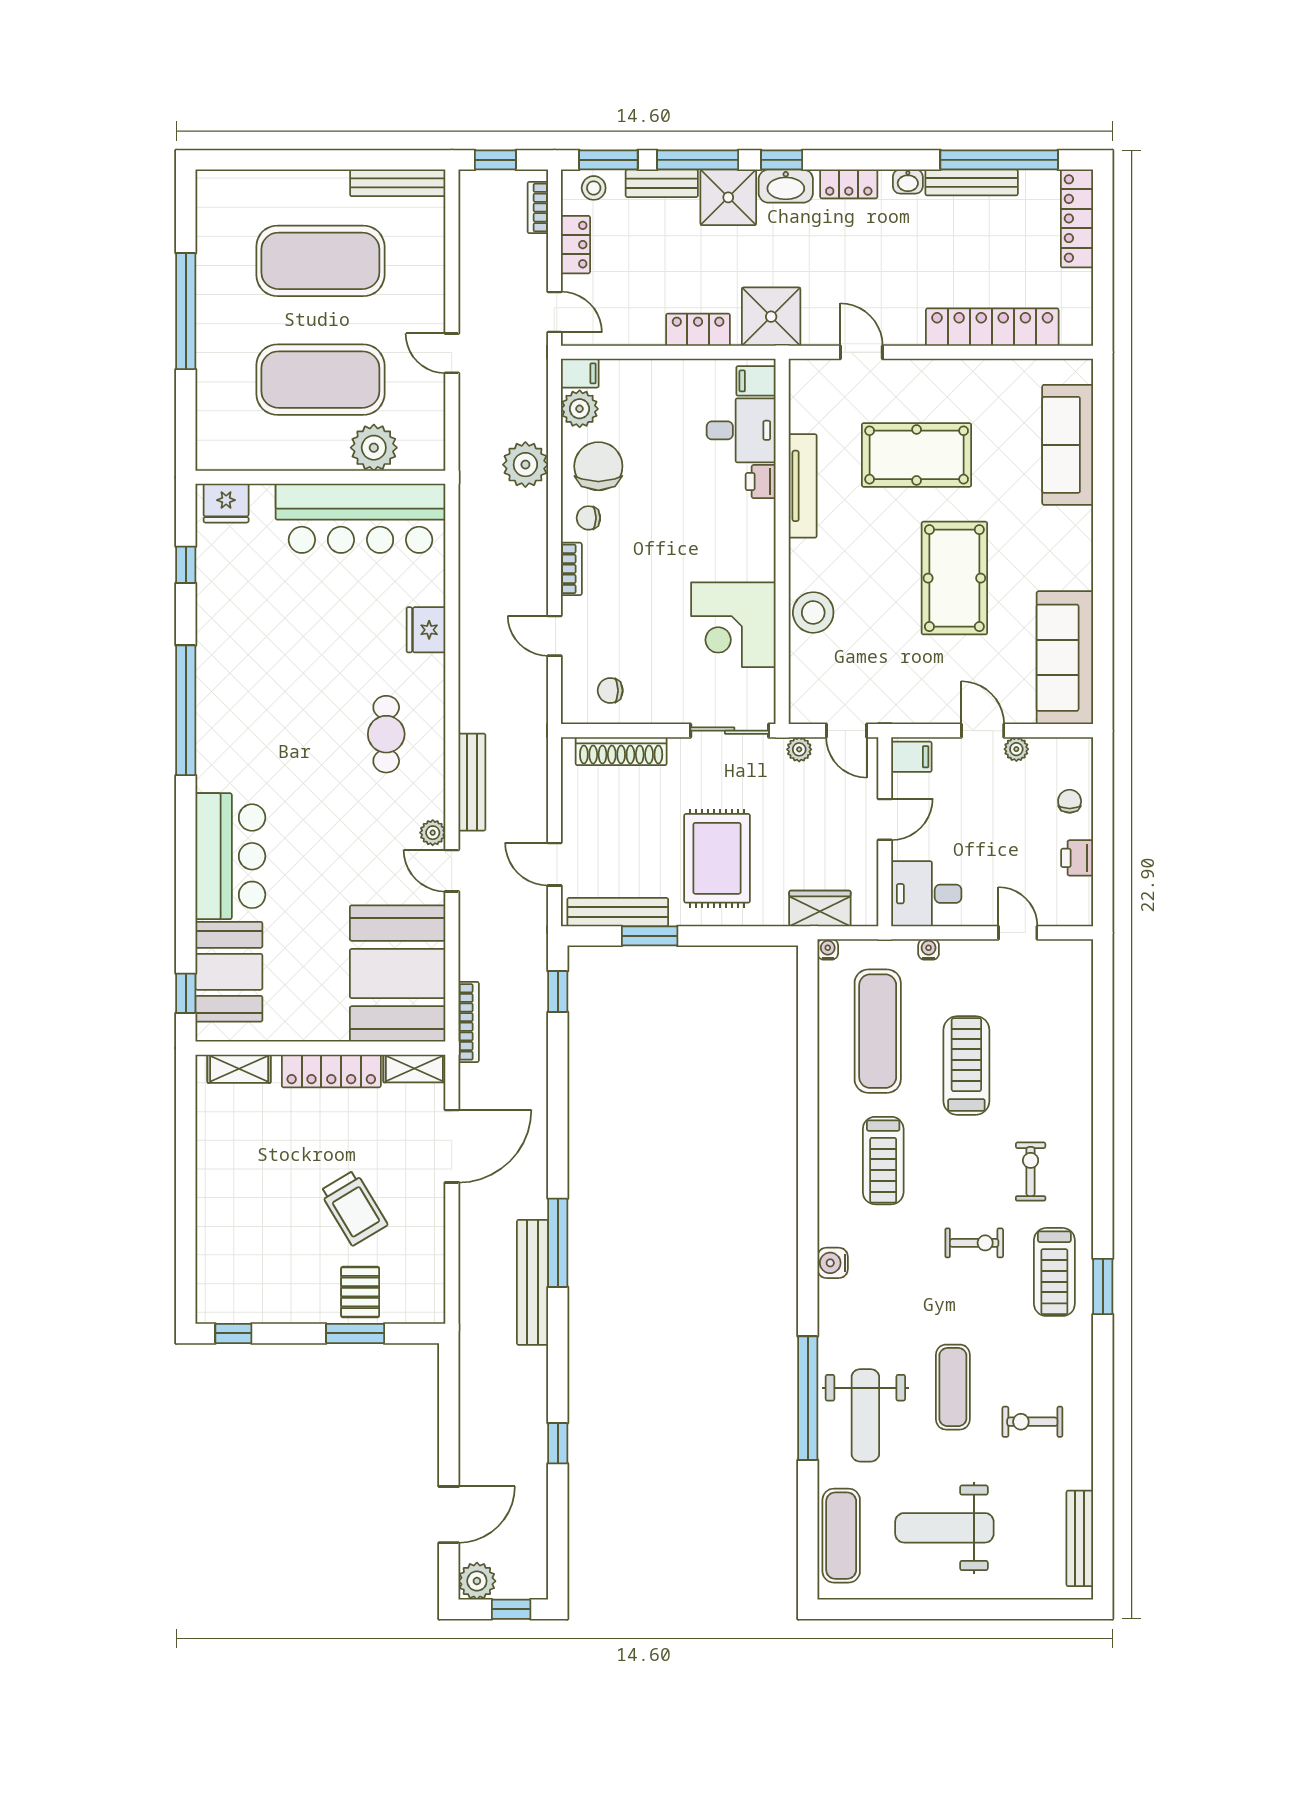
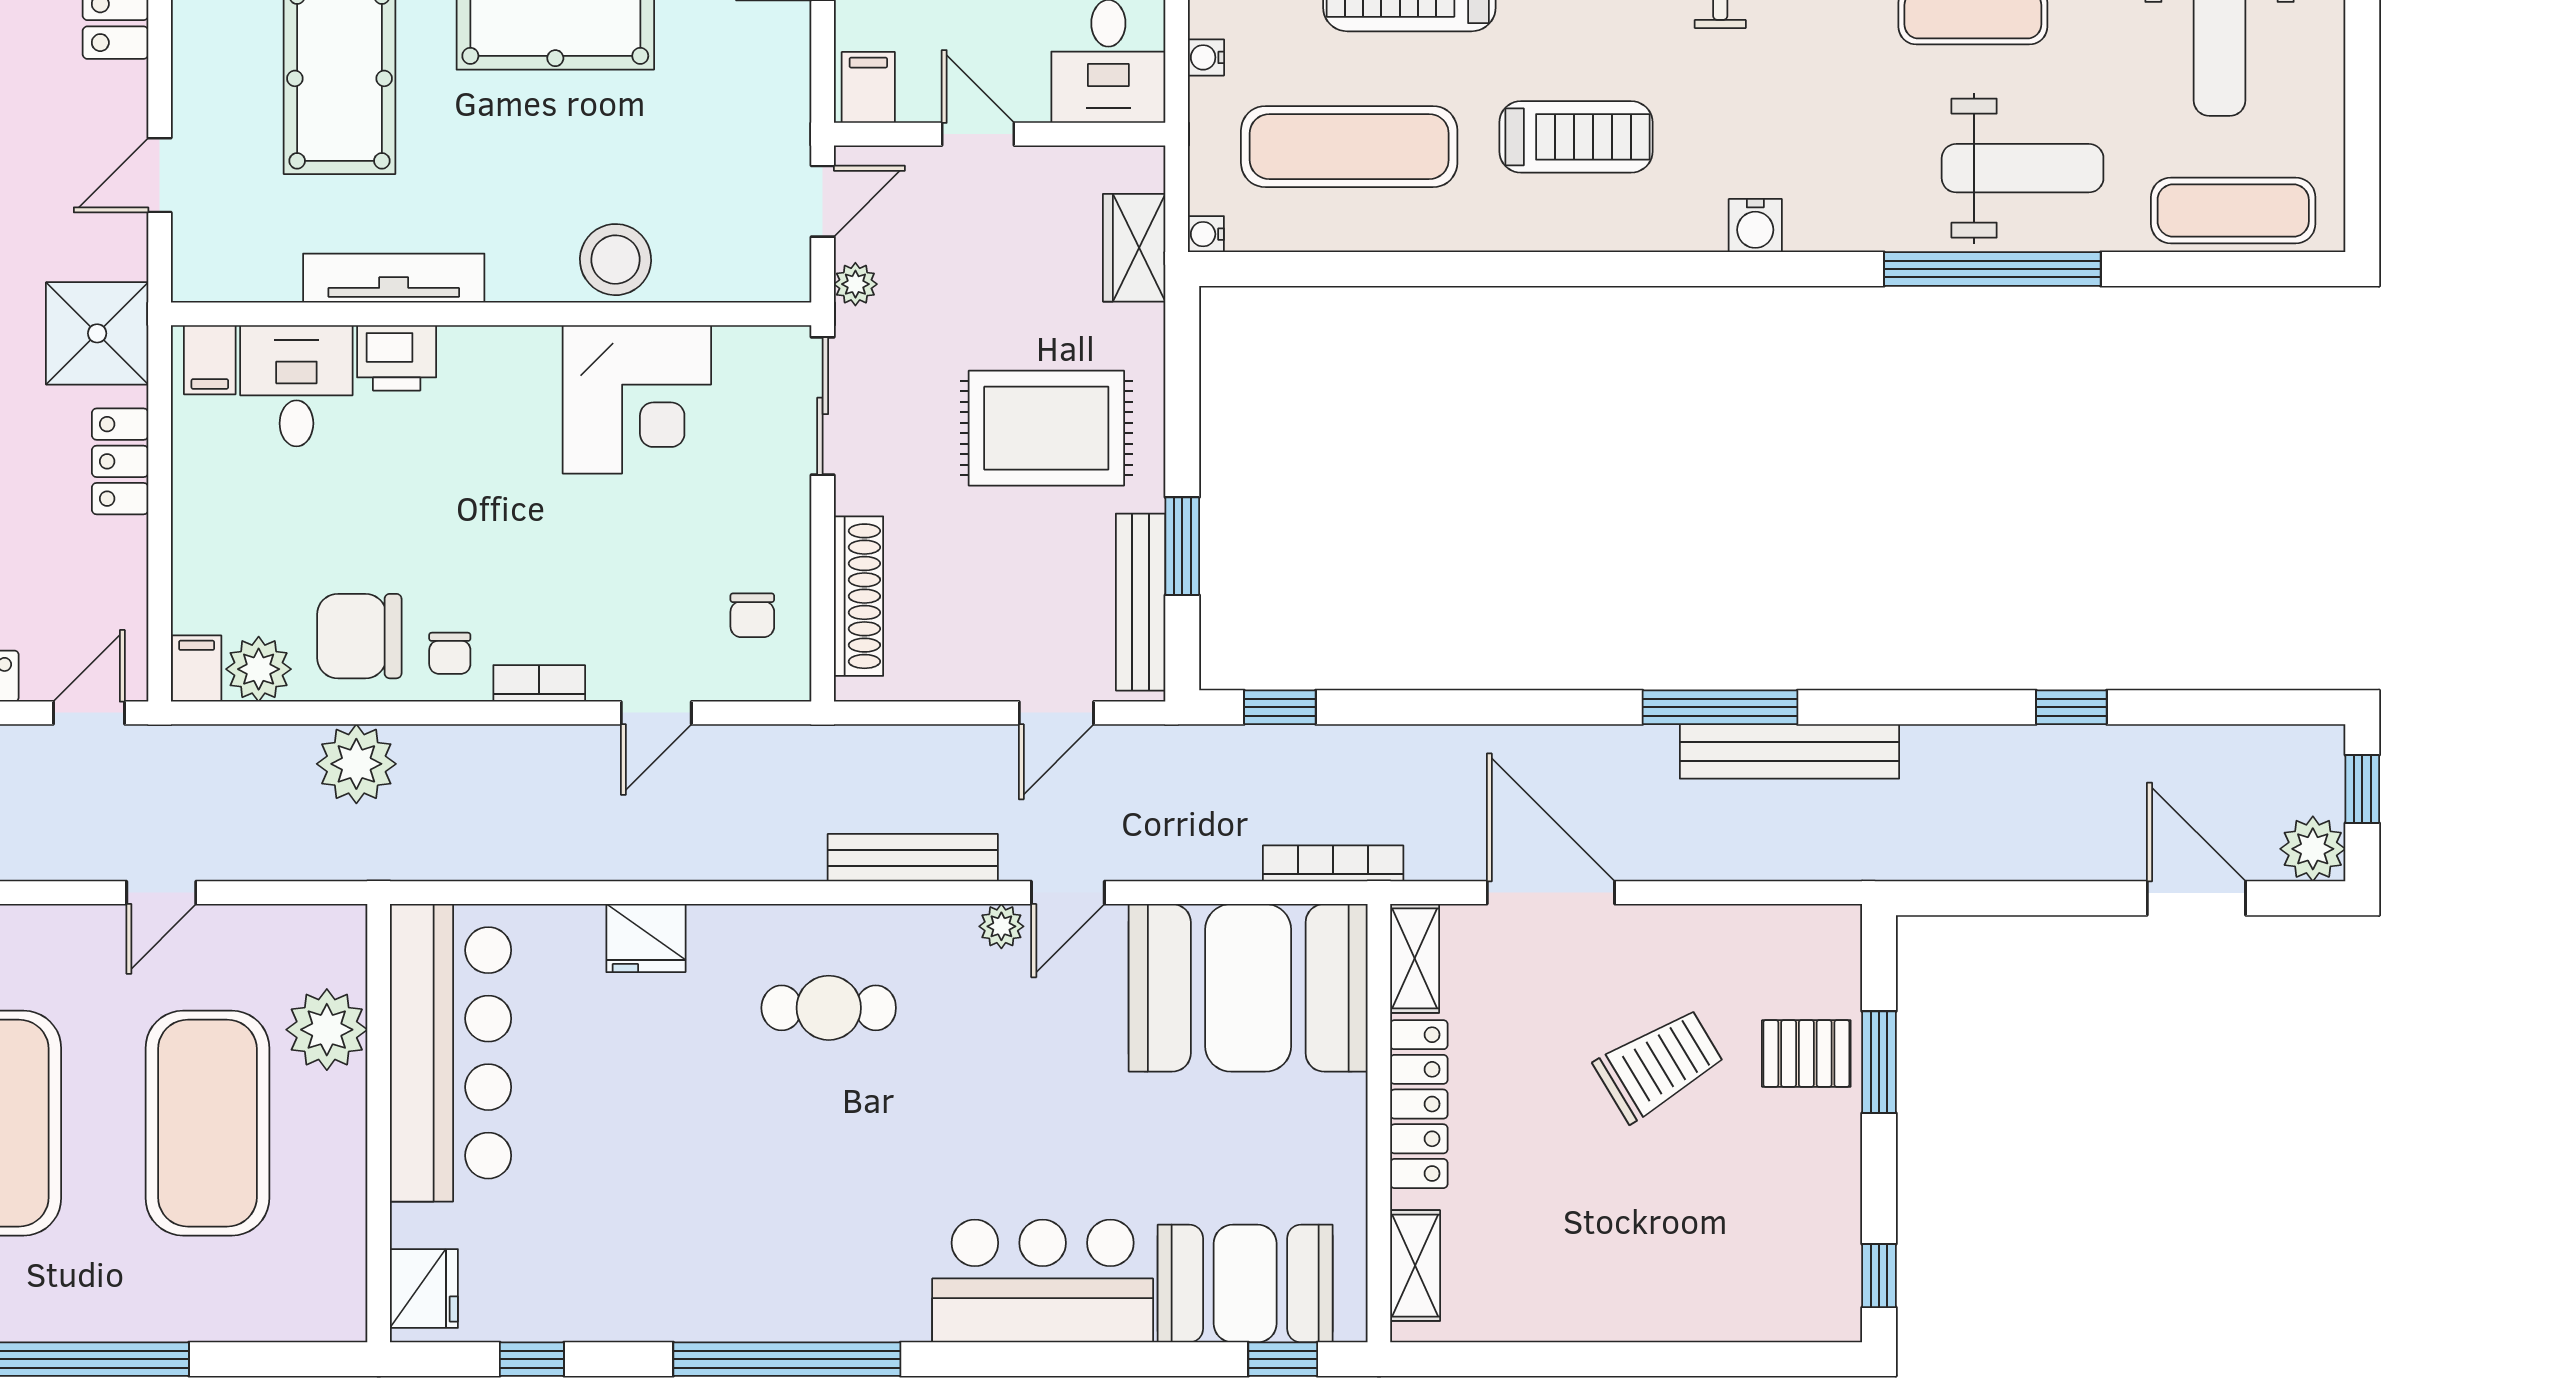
printer: (761, 482) -> (397, 358), width x1.36, depth x1.24

